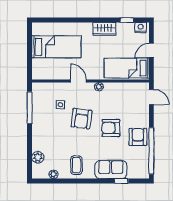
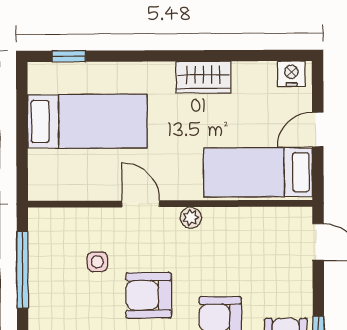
window: (127, 20) -> (69, 56), moved
armchair: (81, 119) -> (149, 295), turned 83

